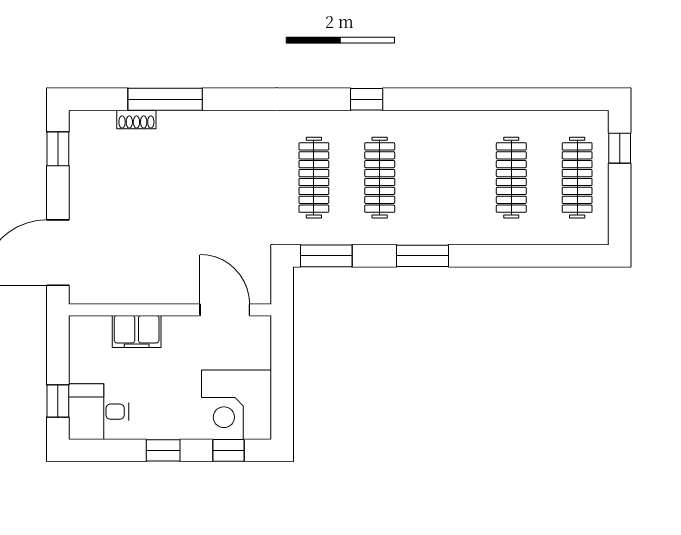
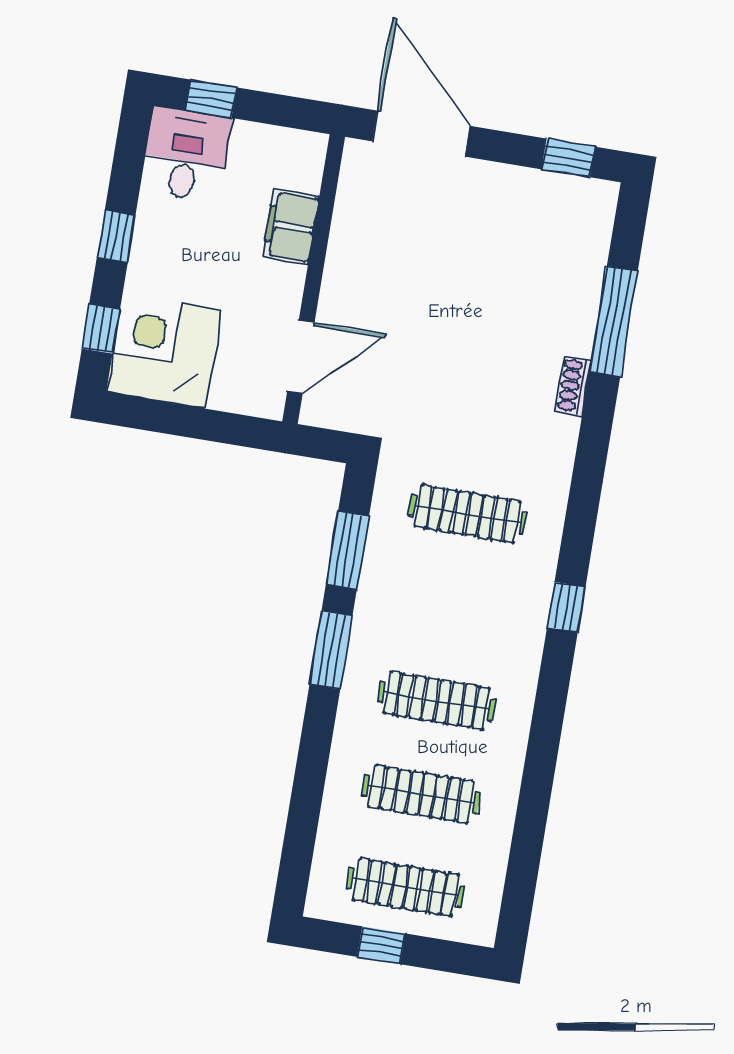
shoe rack: (136, 119) -> (573, 386), moved
window: (620, 148) -> (381, 945), moved
clothes rail: (380, 178) -> (437, 701), moved
window: (326, 256) -> (347, 551), moved

